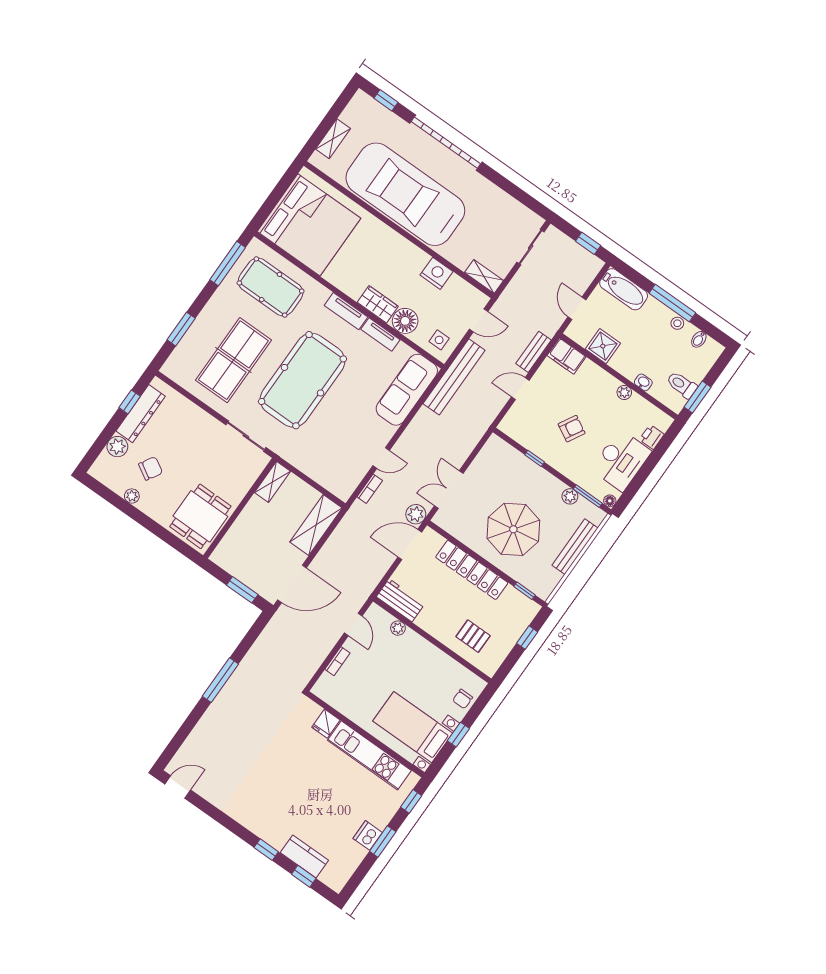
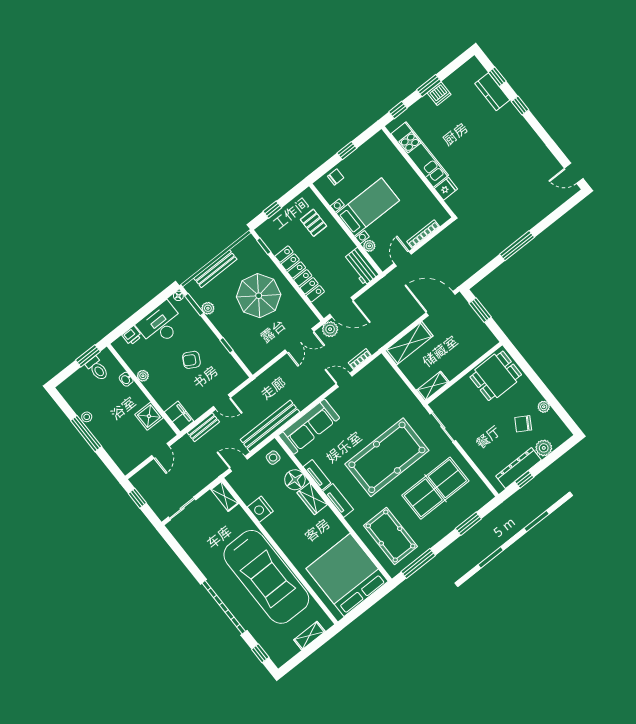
bathtub: (624, 289) -> (120, 455), removed
bidet: (699, 339) -> (74, 400), removed
bookcase: (337, 661) -> (423, 234), width x1.56
bed with nightstands: (413, 727) -> (368, 207), moved, turned -90

